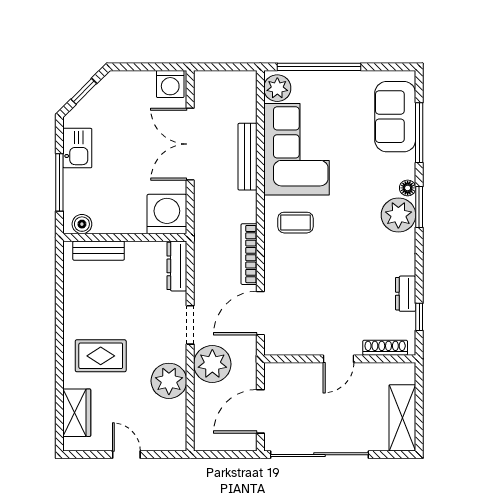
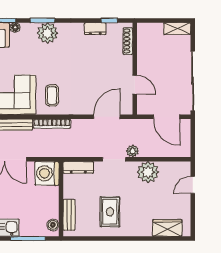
floor lamp: (408, 188) -> (15, 27), moved
bookcase: (249, 254) -> (52, 124), moved
door: (260, 313) -> (107, 117), swing flipped
rug: (101, 356) -> (110, 212), moved
door: (338, 359) -> (135, 85), moved
plant: (212, 364) -> (133, 151), width x0.53, depth x0.53
shelving: (402, 418) -> (177, 29), width x0.67, depth x0.75
door: (126, 455) -> (193, 185), moved

